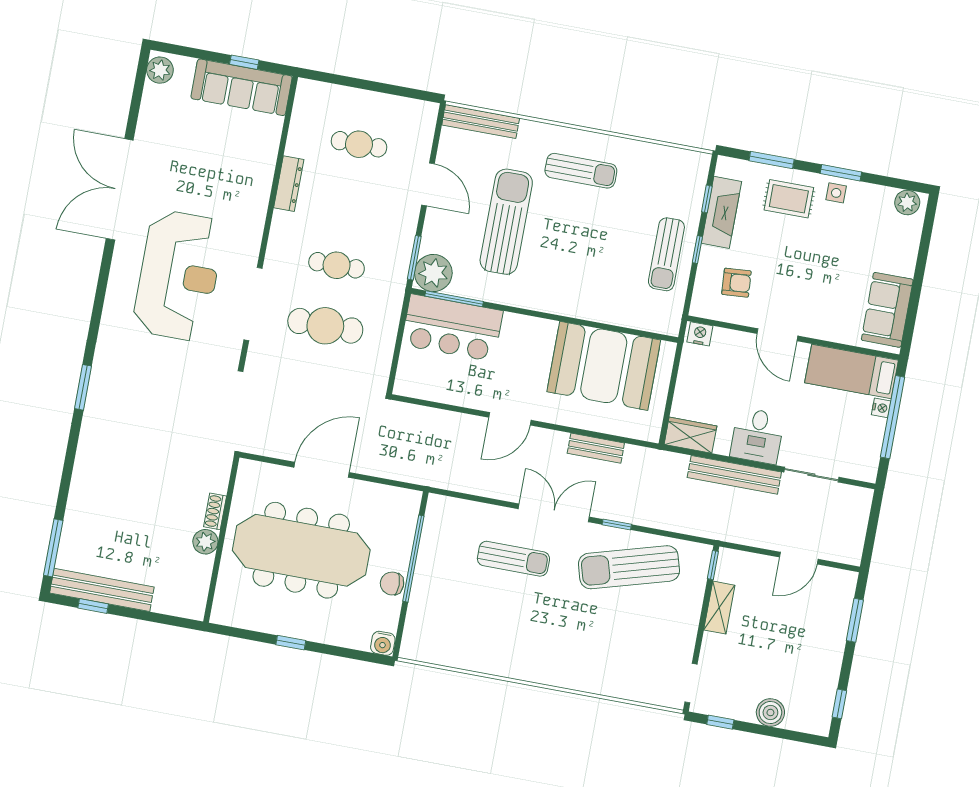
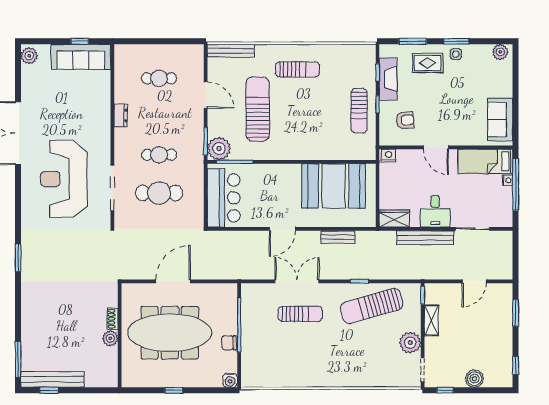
dresser: (289, 184) -> (121, 115), width x0.70
reception desk: (179, 276) -> (64, 179), turned 180
bar counter: (452, 328) -> (224, 198), moved, turned -90
double door: (554, 513) -> (297, 281), moved
plant: (679, 636) -> (410, 343), added

